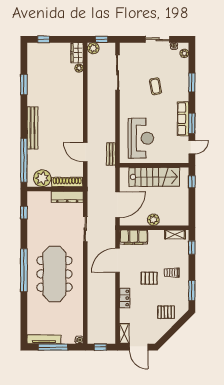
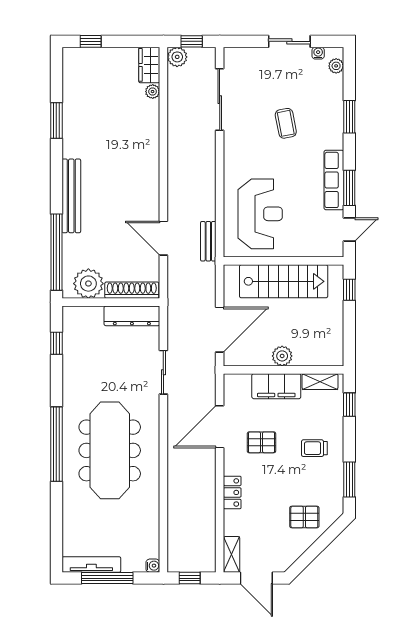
filing cabinet: (134, 237) -> (276, 386), moved
pallet: (149, 278) -> (261, 442), moved

